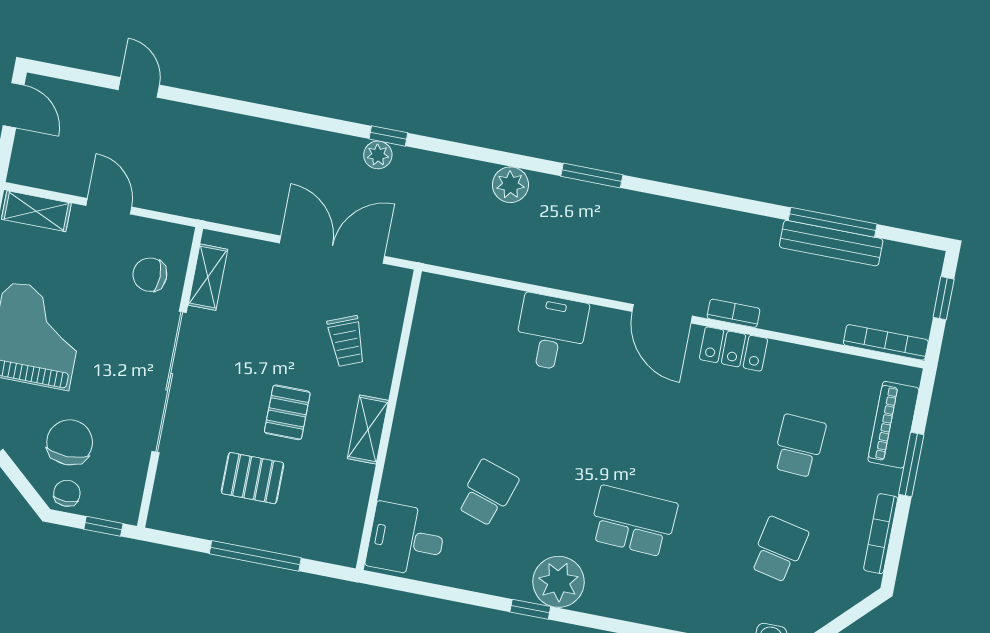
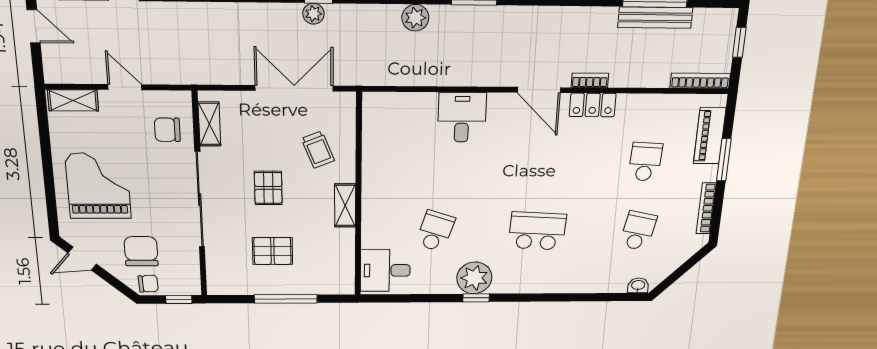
pallet: (287, 412) -> (268, 188), moved
chair: (67, 493) -> (148, 284), turned 87
plant: (559, 582) -> (474, 278), moved

